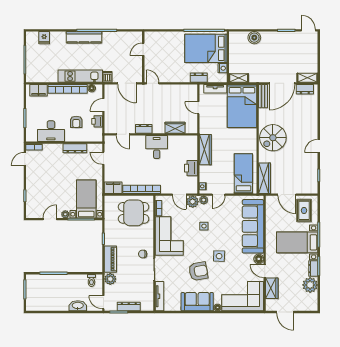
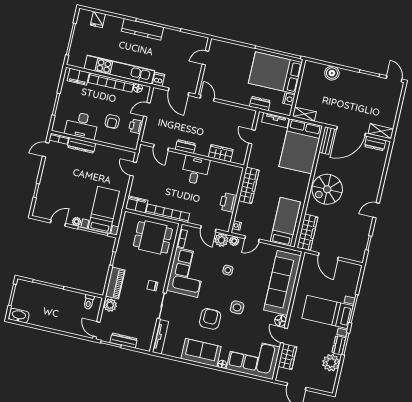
kitchen unit: (80, 76) -> (119, 70), width x1.36
dresser: (75, 148) -> (82, 145), moved
rug: (304, 210) -> (343, 278), removed
armchair: (198, 271) -> (210, 319), turned -80
washbasin: (78, 306) -> (19, 316), moved

